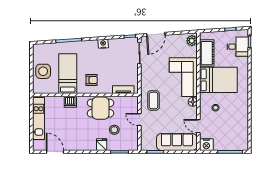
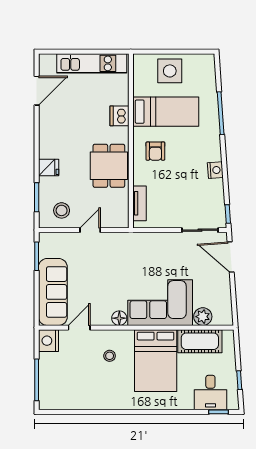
plant: (192, 41) -> (203, 317), moved
coffee table: (153, 100) -> (122, 253), removed
stool: (114, 130) -> (62, 210), moved

